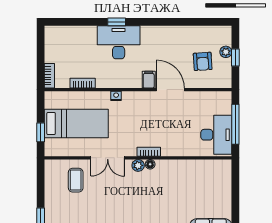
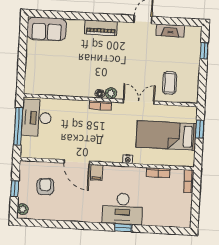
plant: (226, 52) -> (23, 209), moved

